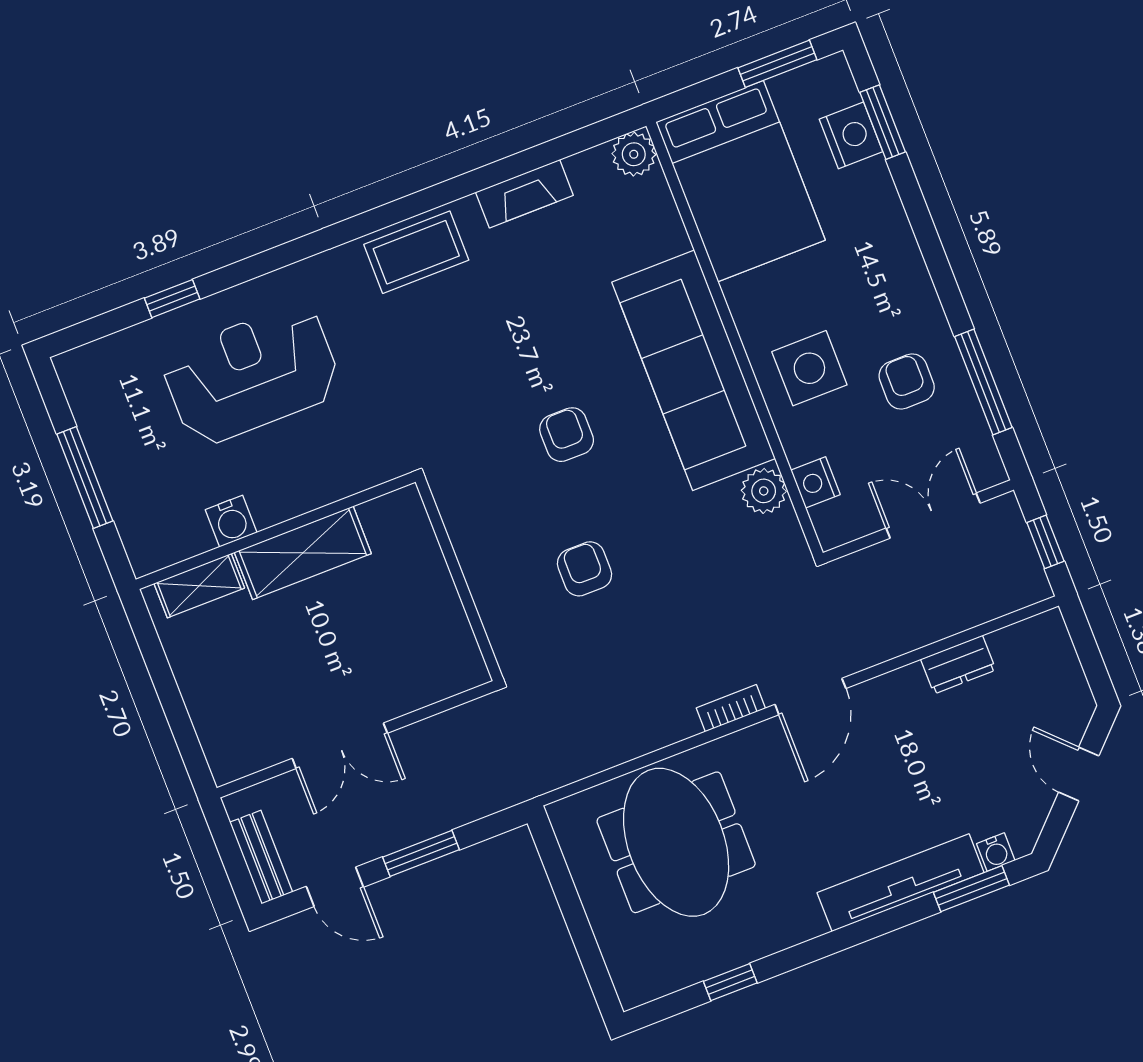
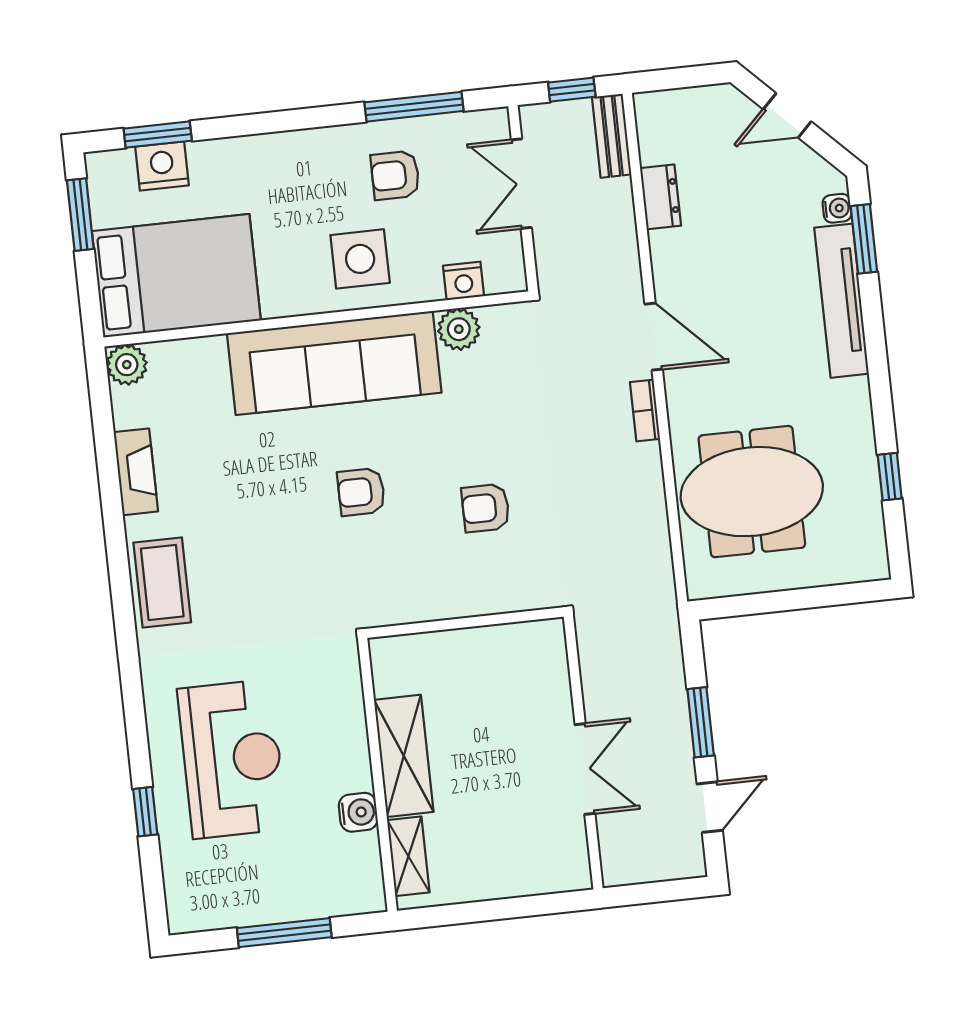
reception desk: (252, 374) -> (232, 759), turned 180
bench: (261, 857) -> (612, 136), moved, turned 90

